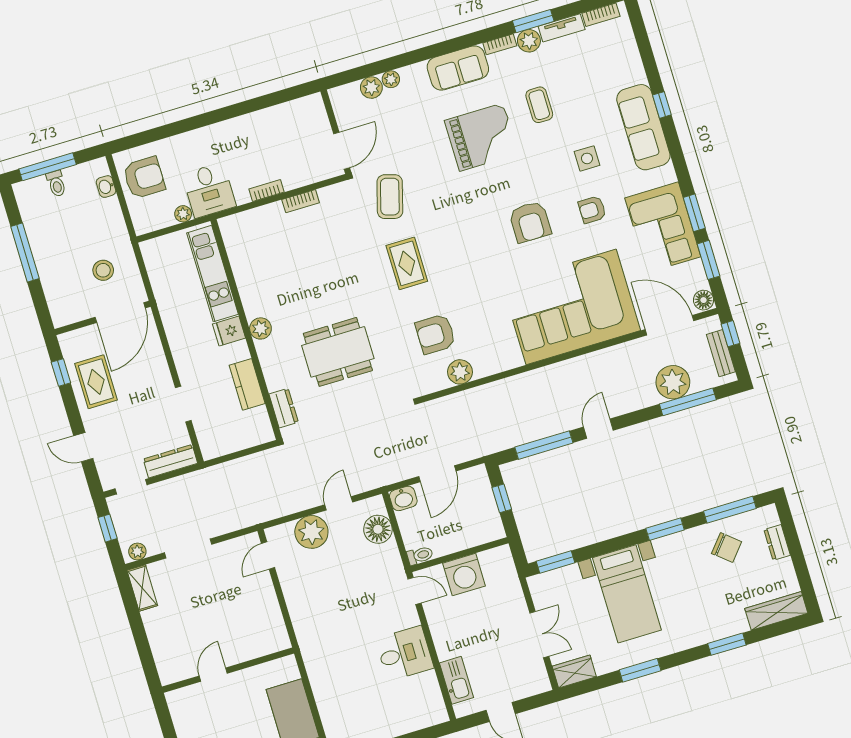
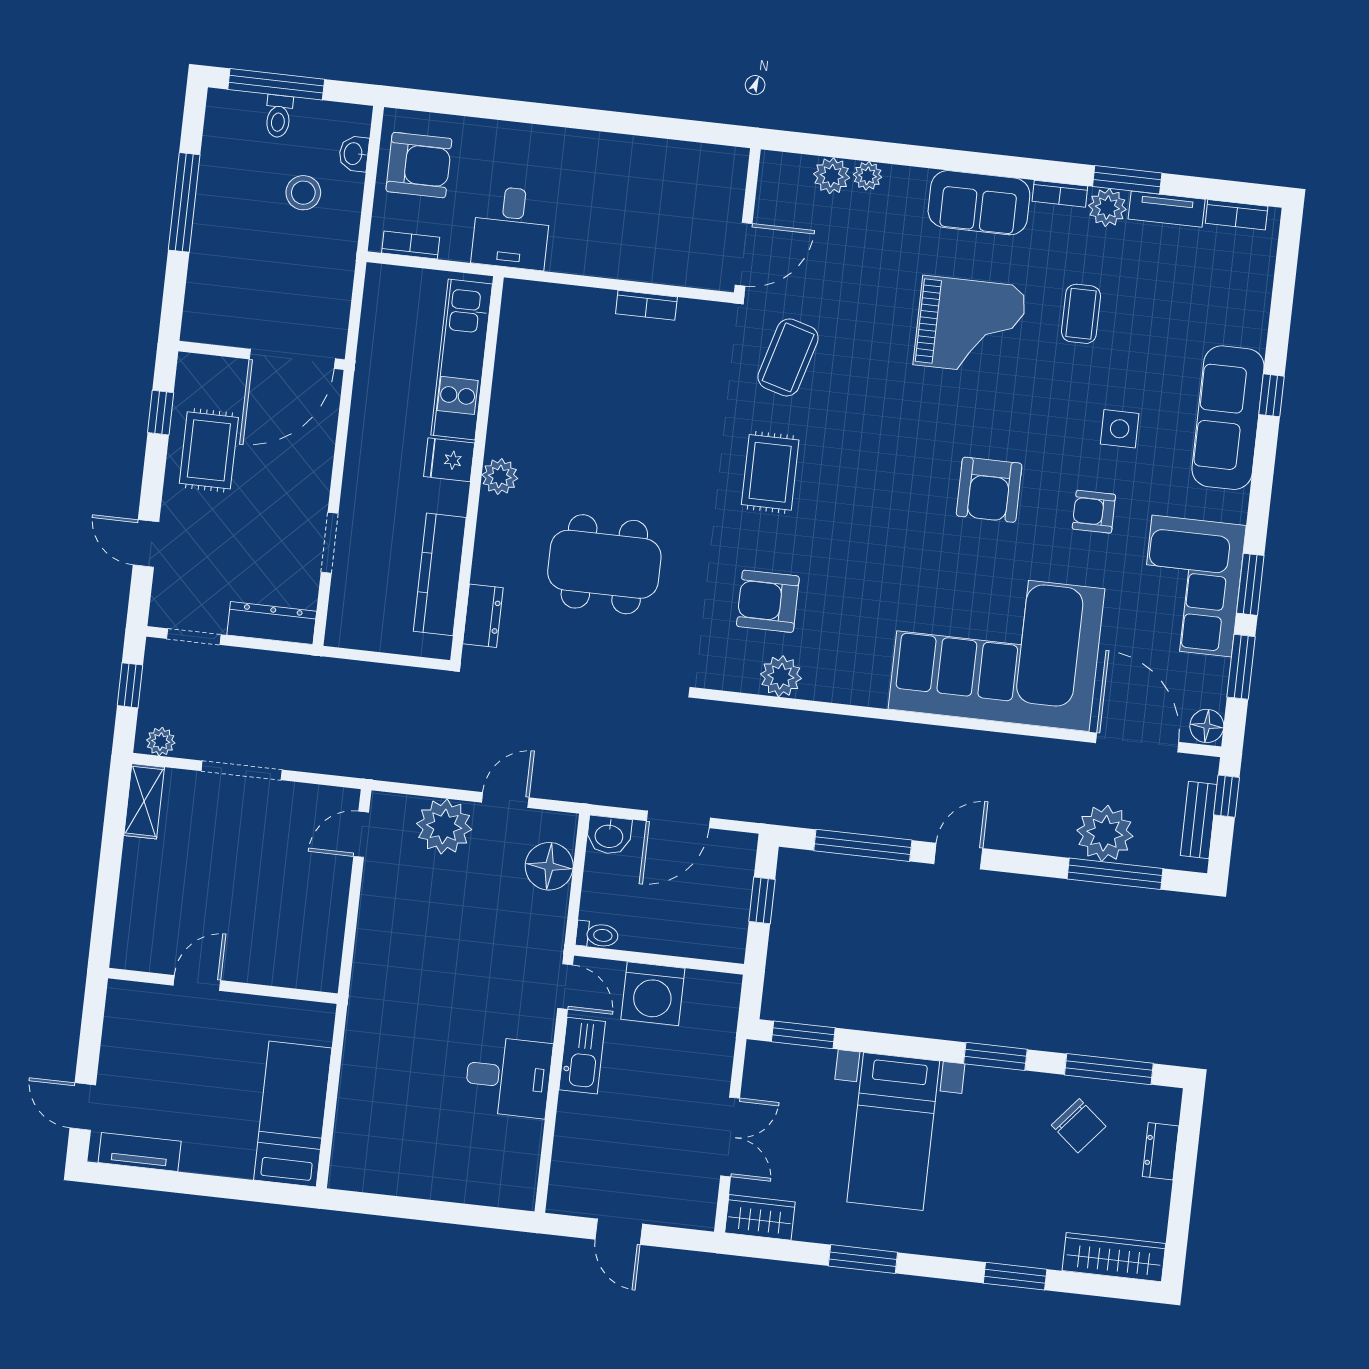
bookcase: (267, 191) -> (411, 245), moved
plant: (183, 214) -> (455, 247), removed
stool: (103, 270) -> (303, 193), moved
kitchen counter: (247, 384) -> (440, 574), width x1.50
kitchen sink: (457, 680) -> (582, 1056), moved

